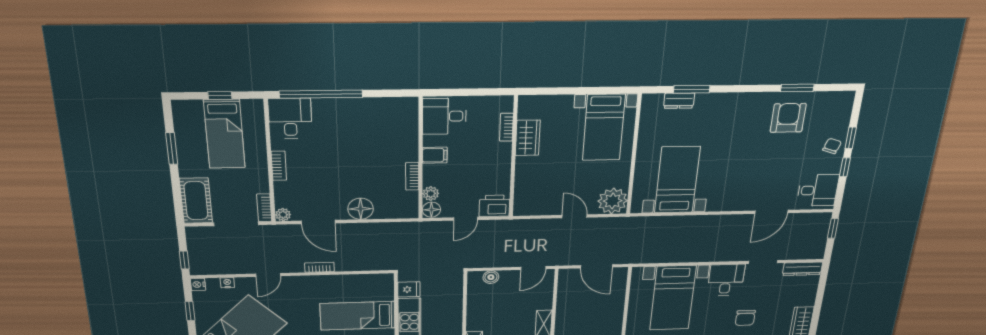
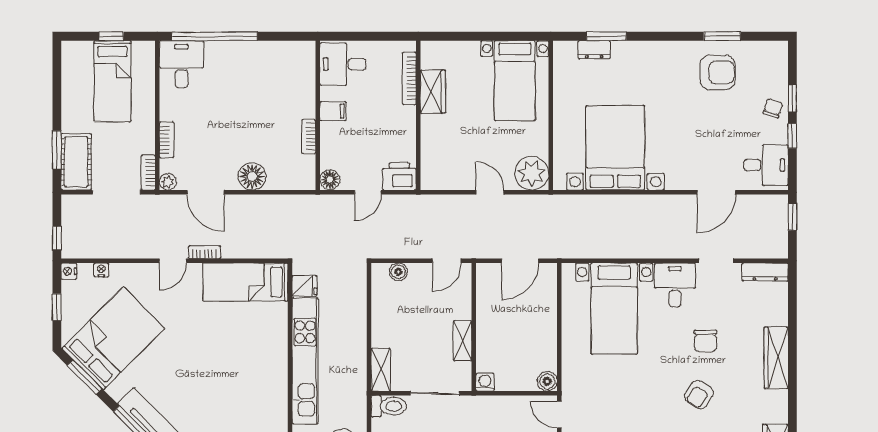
armchair: (788, 118) -> (718, 72), turned 90
bookcase: (506, 127) -> (409, 78), width x1.56
window: (172, 149) -> (57, 150), moved
bookcase: (279, 166) -> (167, 140), moved
bed with nightstands: (677, 180) -> (615, 148), width x1.36
plant: (431, 194) -> (329, 159), removed
door: (597, 266) -> (520, 261), hinge flipped
door: (268, 275) -> (173, 261), moved
bed: (358, 316) -> (245, 282), moved

